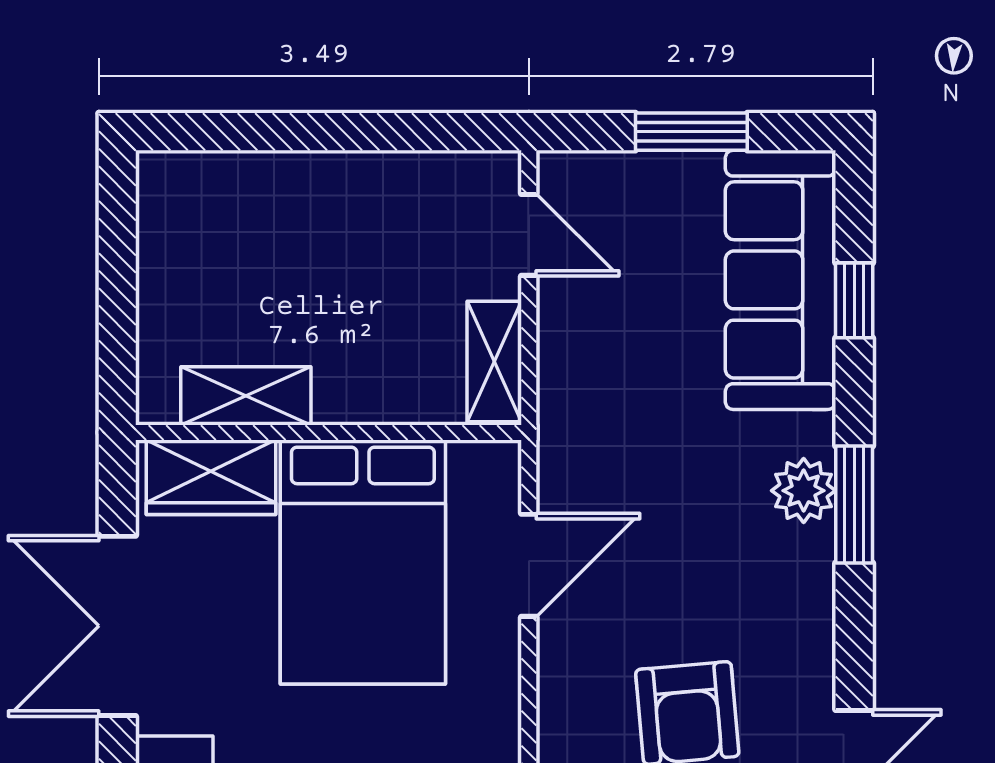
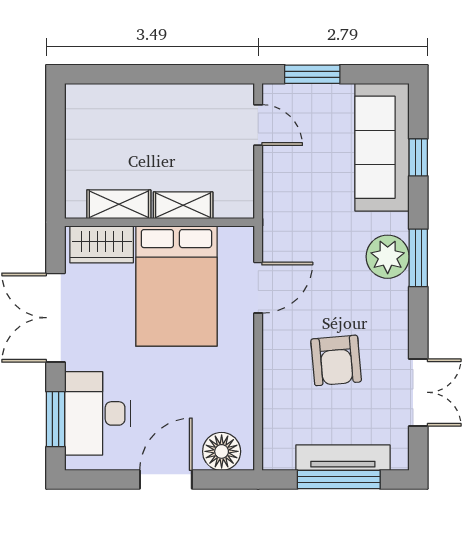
window: (691, 132) -> (312, 74), moved
shelving: (494, 362) -> (183, 205), moved, turned 90
plant: (804, 491) -> (388, 257), width x1.36, depth x1.36

